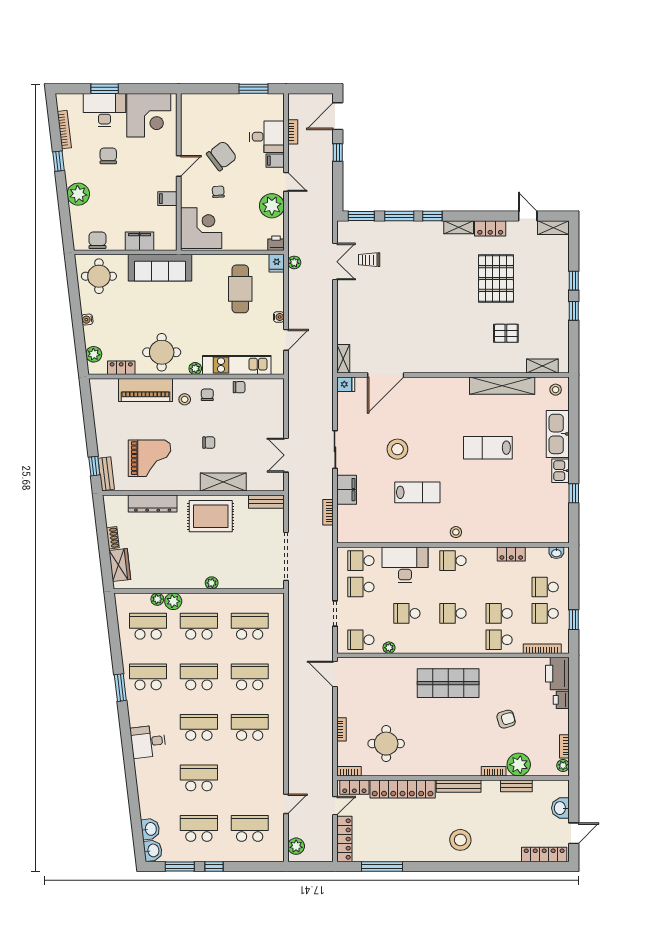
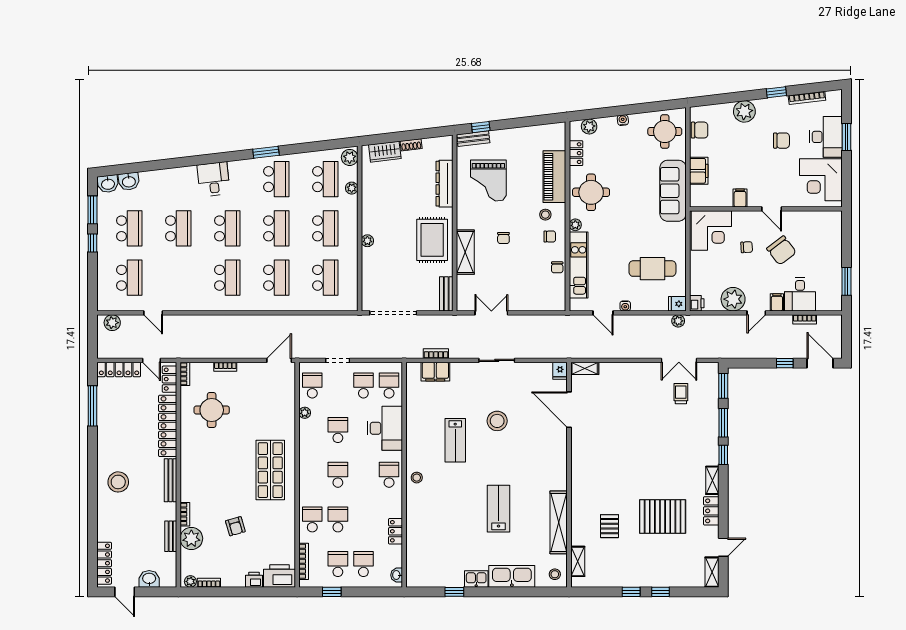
filing cabinet: (347, 490) -> (435, 372), moved
plant: (173, 601) -> (350, 157), moved

